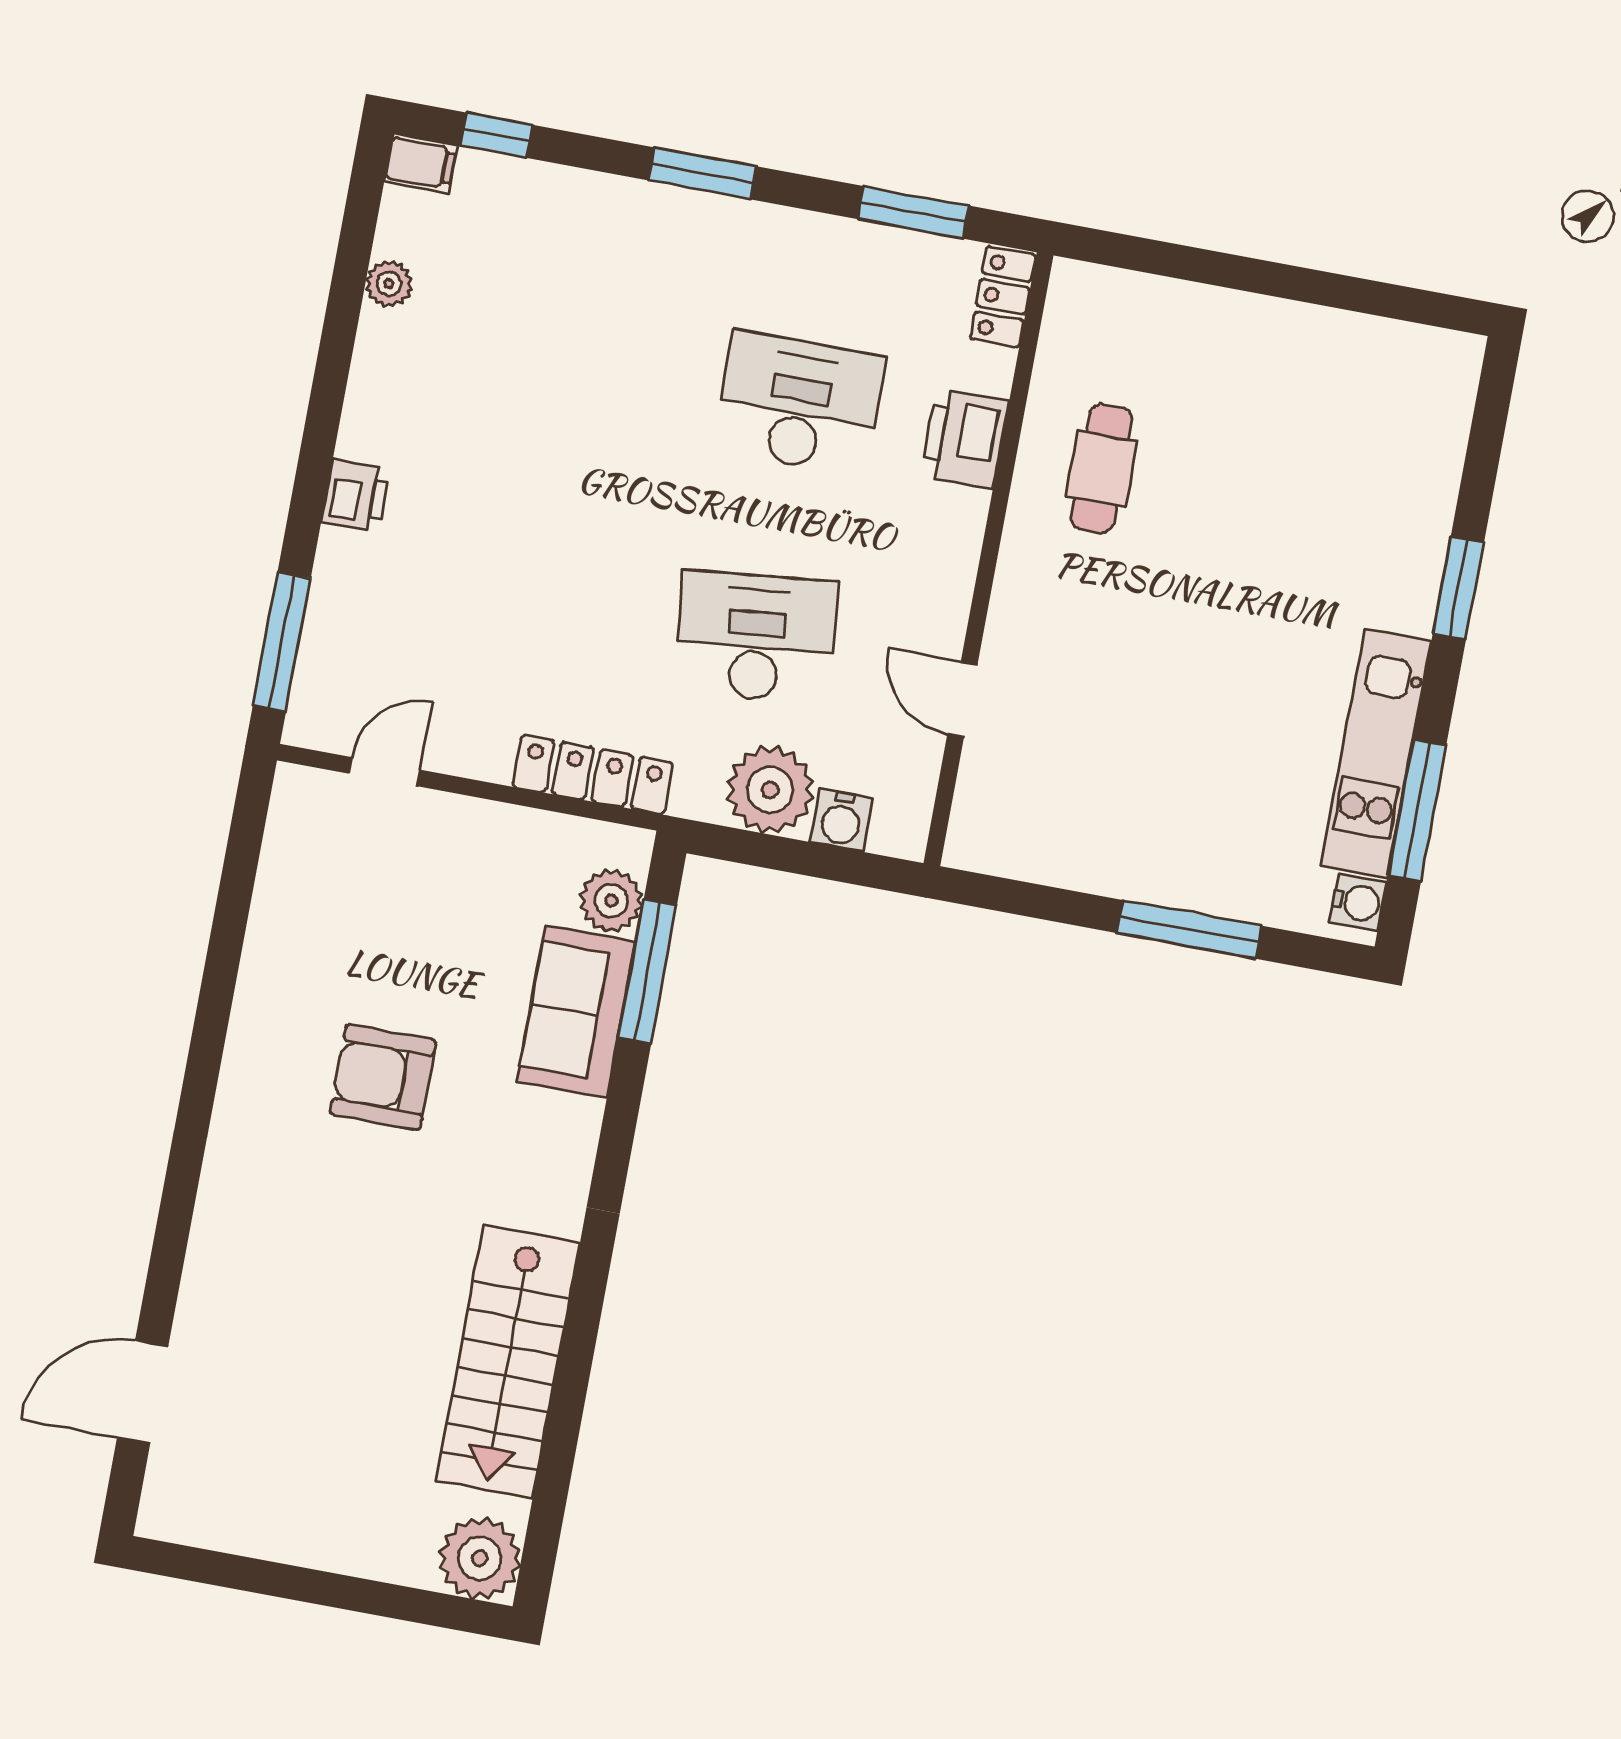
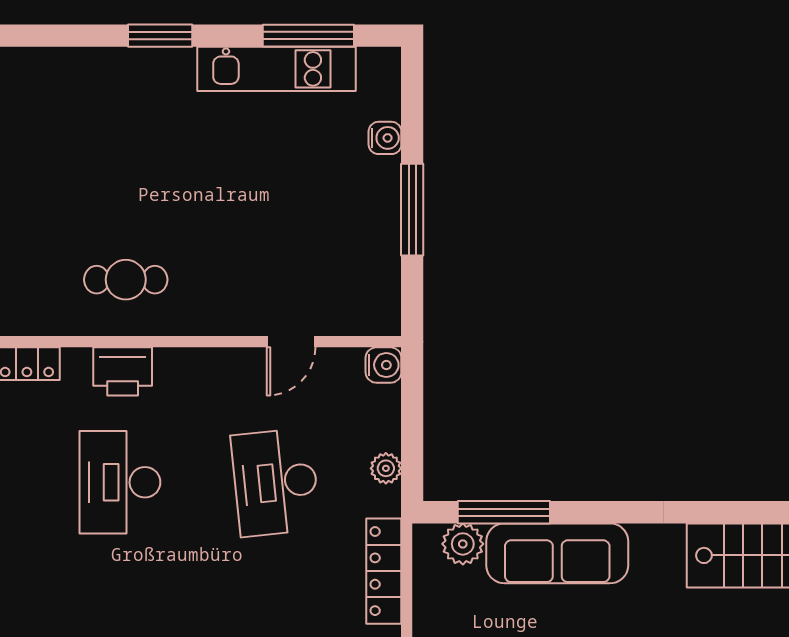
plant: (770, 790) -> (386, 468), width x0.53, depth x0.53
water cooler: (841, 820) -> (383, 365), moved
water cooler: (1358, 903) -> (385, 138), moved, turned 90
window: (1189, 929) -> (412, 210), moved
sofa: (576, 1012) -> (557, 553), width x1.36

